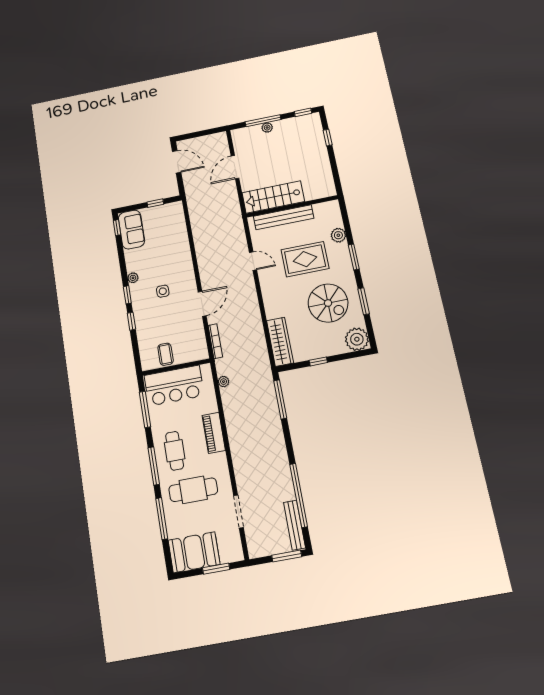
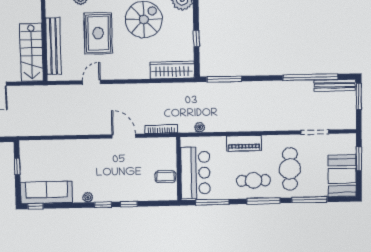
sofa: (131, 230) -> (47, 192), width x1.36
side table: (163, 291) -> (106, 171), removed

